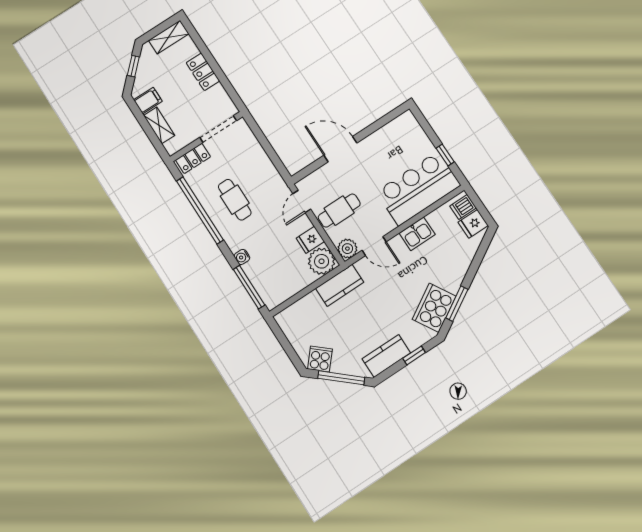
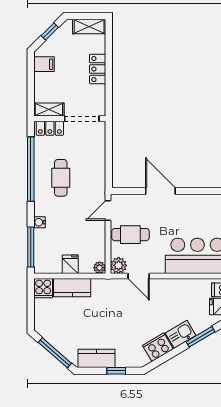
shelving: (159, 125) -> (49, 110), moved, turned 90
kitchen sink: (417, 234) -> (181, 334), moved, turned 149
fridge: (310, 240) -> (70, 264), moved, turned 90
plant: (322, 261) -> (99, 268), width x0.53, depth x0.53
kitchen counter: (340, 285) -> (72, 288), moved
window: (457, 304) -> (200, 337), moved
cooker: (434, 308) -> (158, 347), width x0.73, depth x0.76
cooker: (320, 359) -> (43, 288), moved, turned 139

